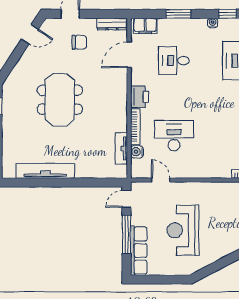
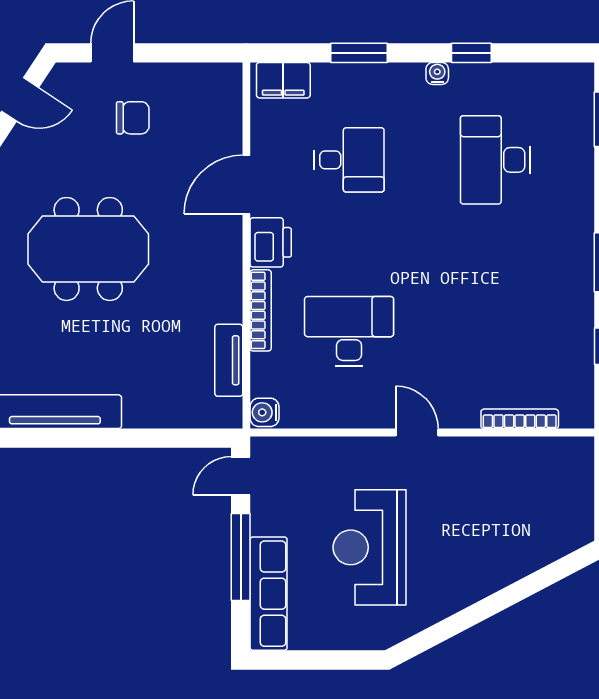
dresser: (112, 24) -> (208, 76), removed
door: (129, 55) -> (246, 185), moved
desk: (174, 61) -> (349, 160), turned 180
meeting table: (60, 100) -> (88, 249), turned 90
water cooler: (137, 152) -> (264, 412), moved
door: (161, 180) -> (417, 432), moved

